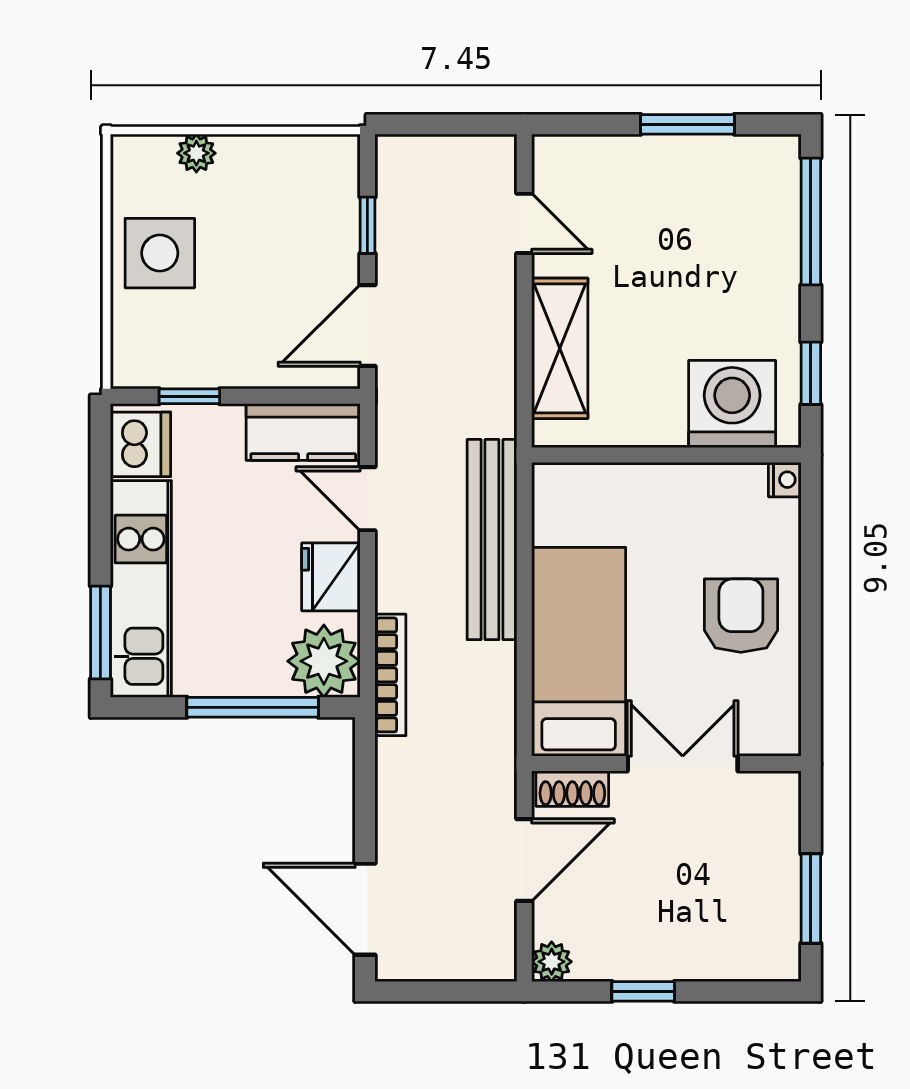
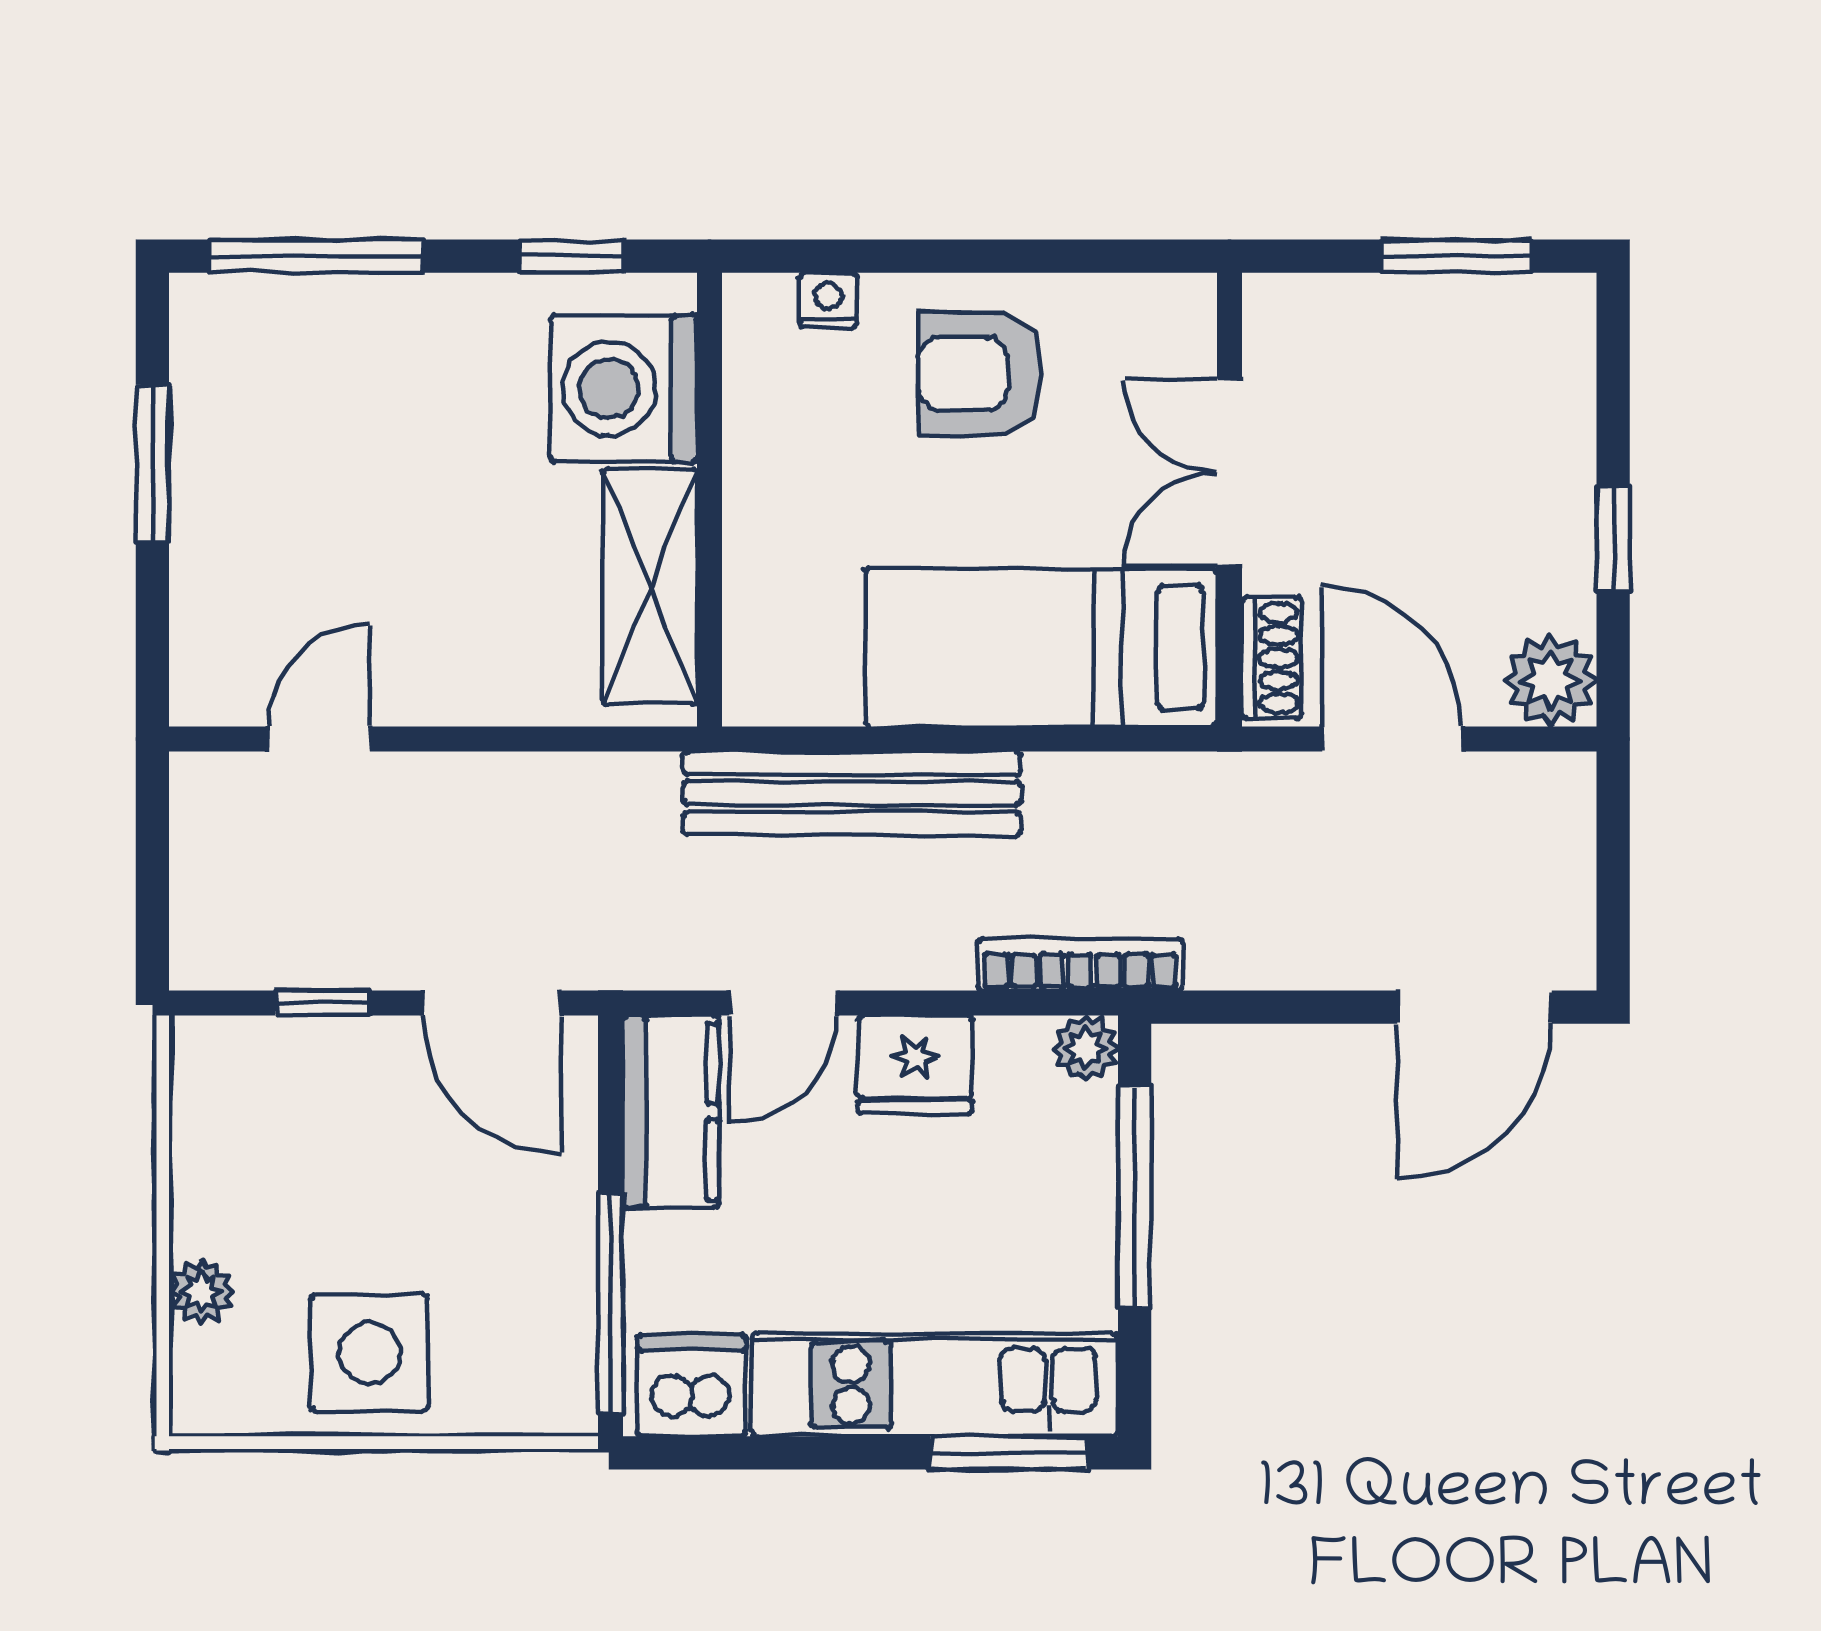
shelving: (560, 348) -> (650, 587), moved, turned 90
window: (189, 396) -> (611, 1303), width x2.17
nightstand: (785, 480) -> (828, 300), moved
plant: (324, 661) -> (1085, 1048), width x0.53, depth x0.53
plant: (552, 962) -> (1550, 680), width x1.38, depth x1.38

